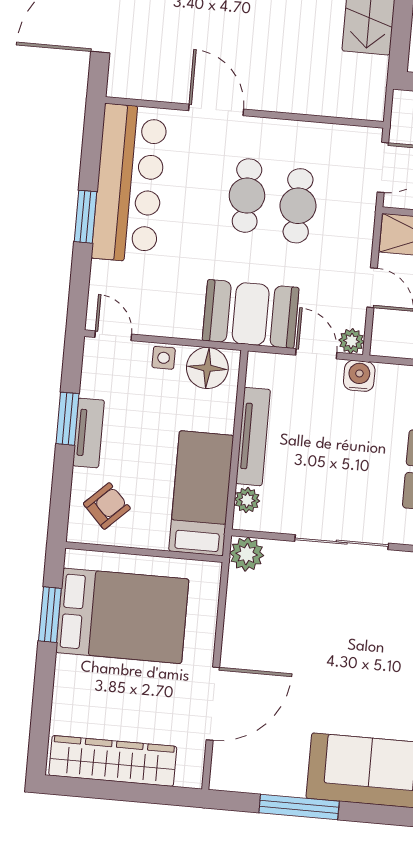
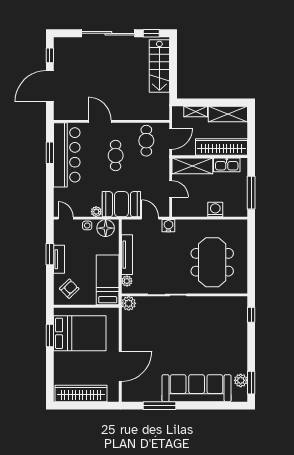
cafe table: (298, 206) -> (146, 141), moved
window: (85, 217) -> (50, 153), moved
plant: (351, 341) -> (96, 212), moved

